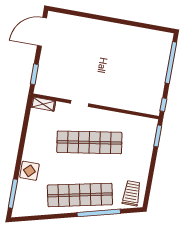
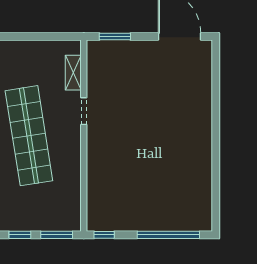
shelving: (43, 104) -> (73, 73), moved
window: (153, 160) -> (20, 235), added

